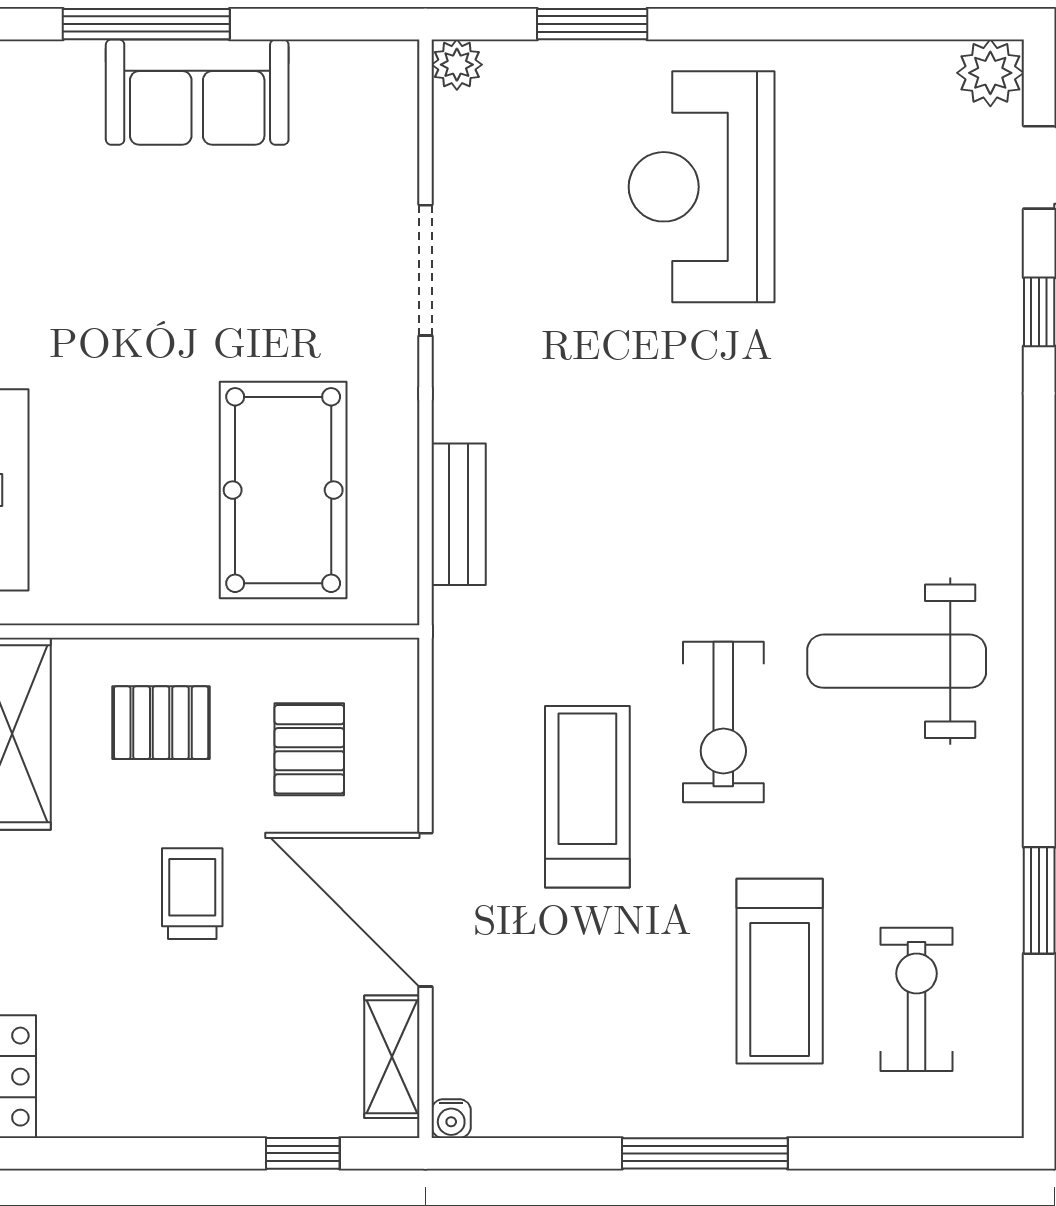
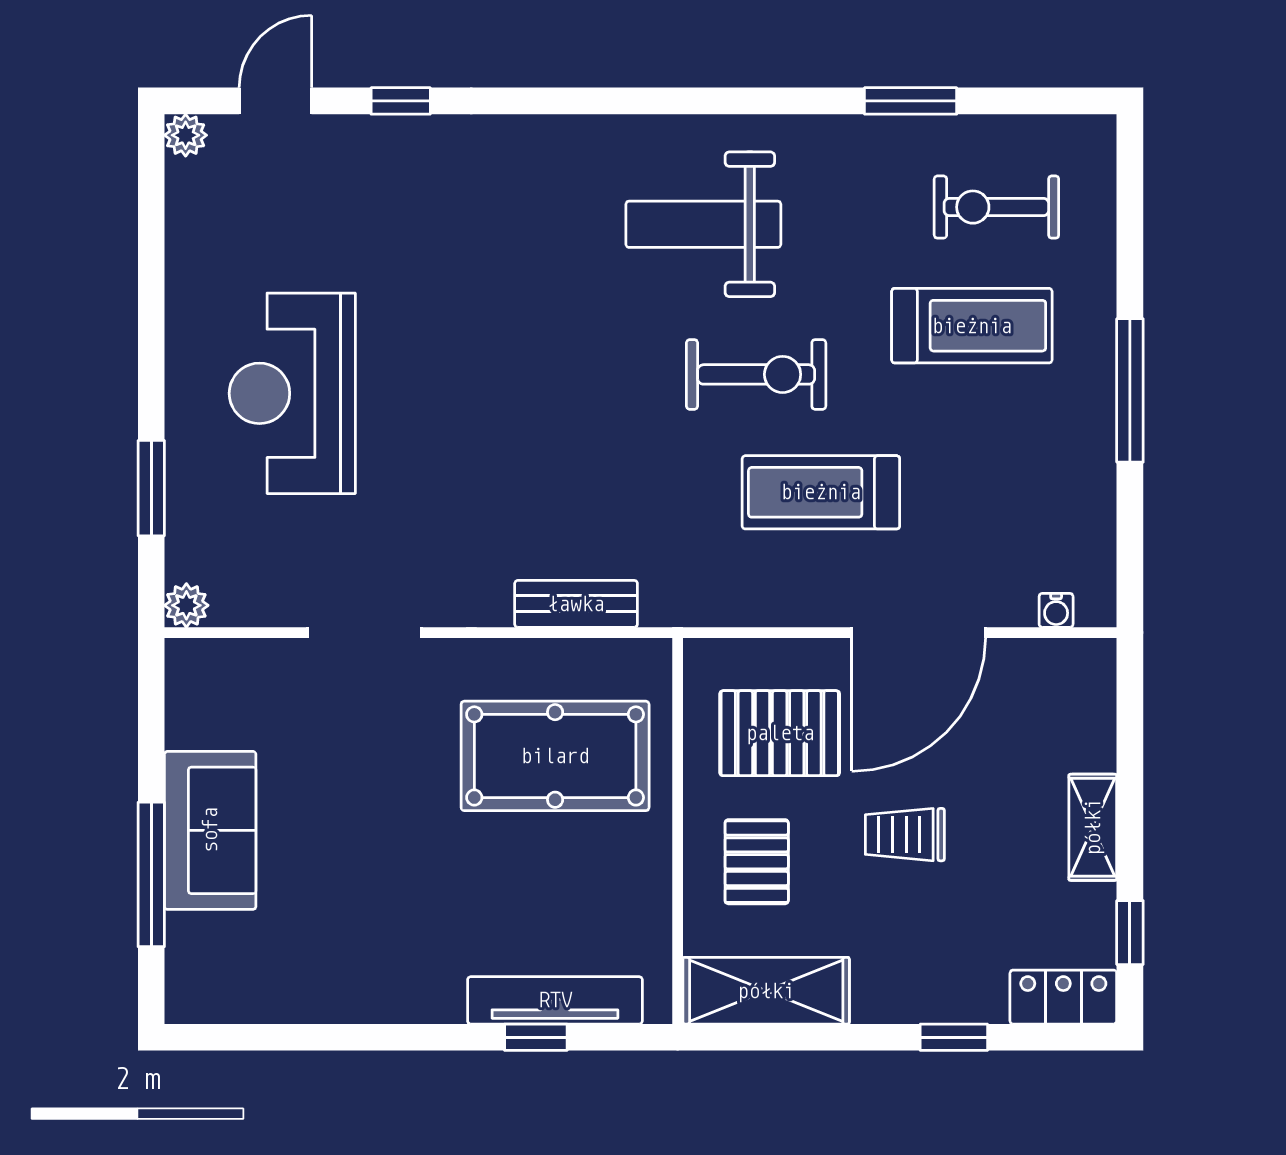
plant: (990, 73) -> (186, 135), width x0.73, depth x0.73
reception desk: (702, 187) -> (292, 393), turned 90
weight bench: (897, 661) -> (703, 224), turned 90
pallet: (309, 749) -> (780, 733), width x1.50, depth x1.42
shelving: (392, 1057) -> (1093, 827), moved, turned 90
water cooler: (451, 1119) -> (1056, 610), moved, turned 90
window: (303, 1153) -> (1130, 933), moved

